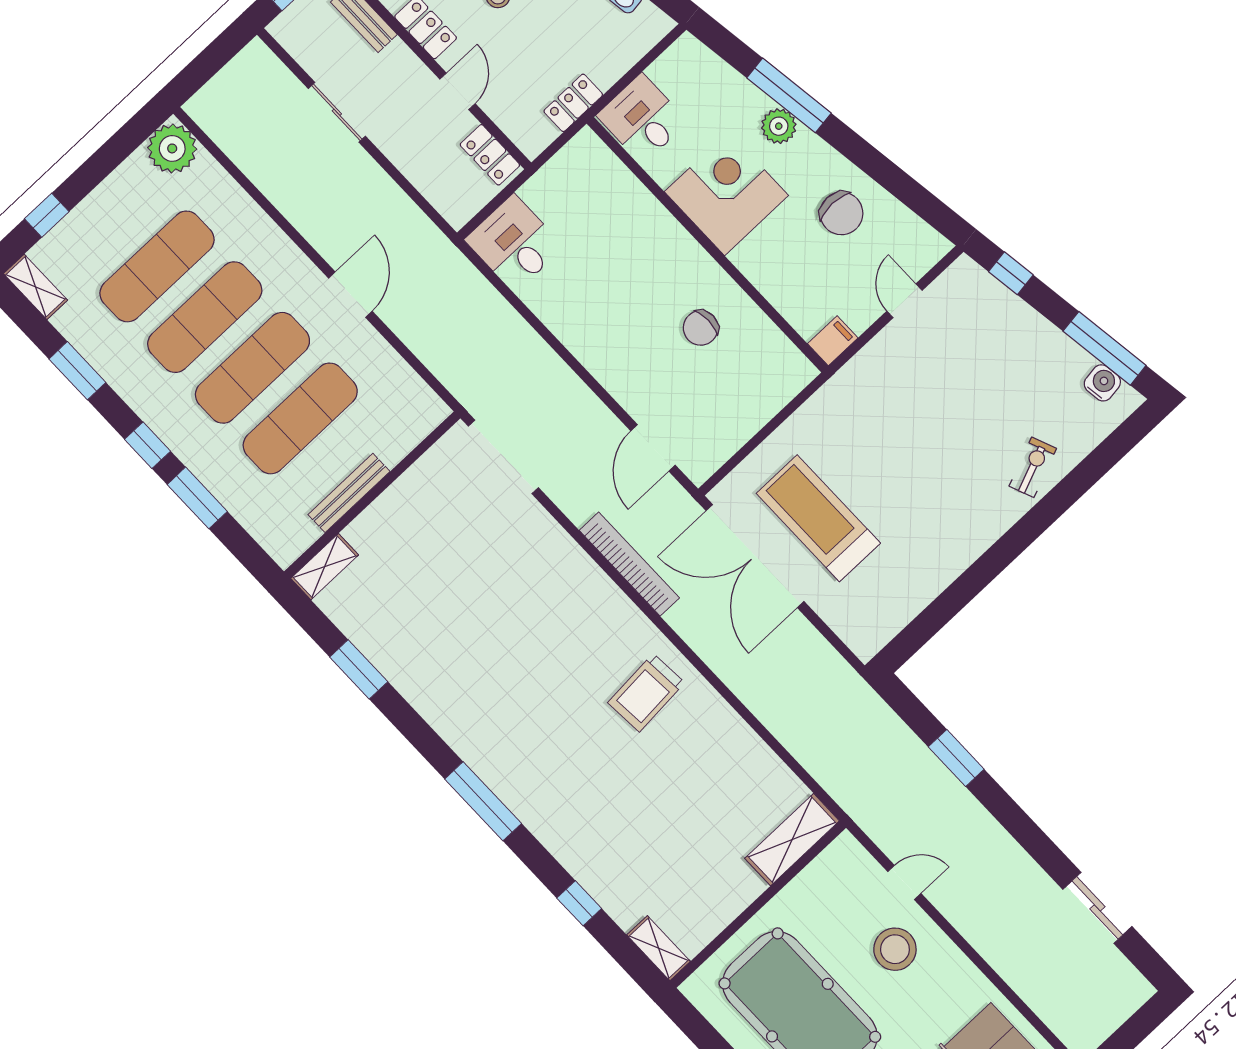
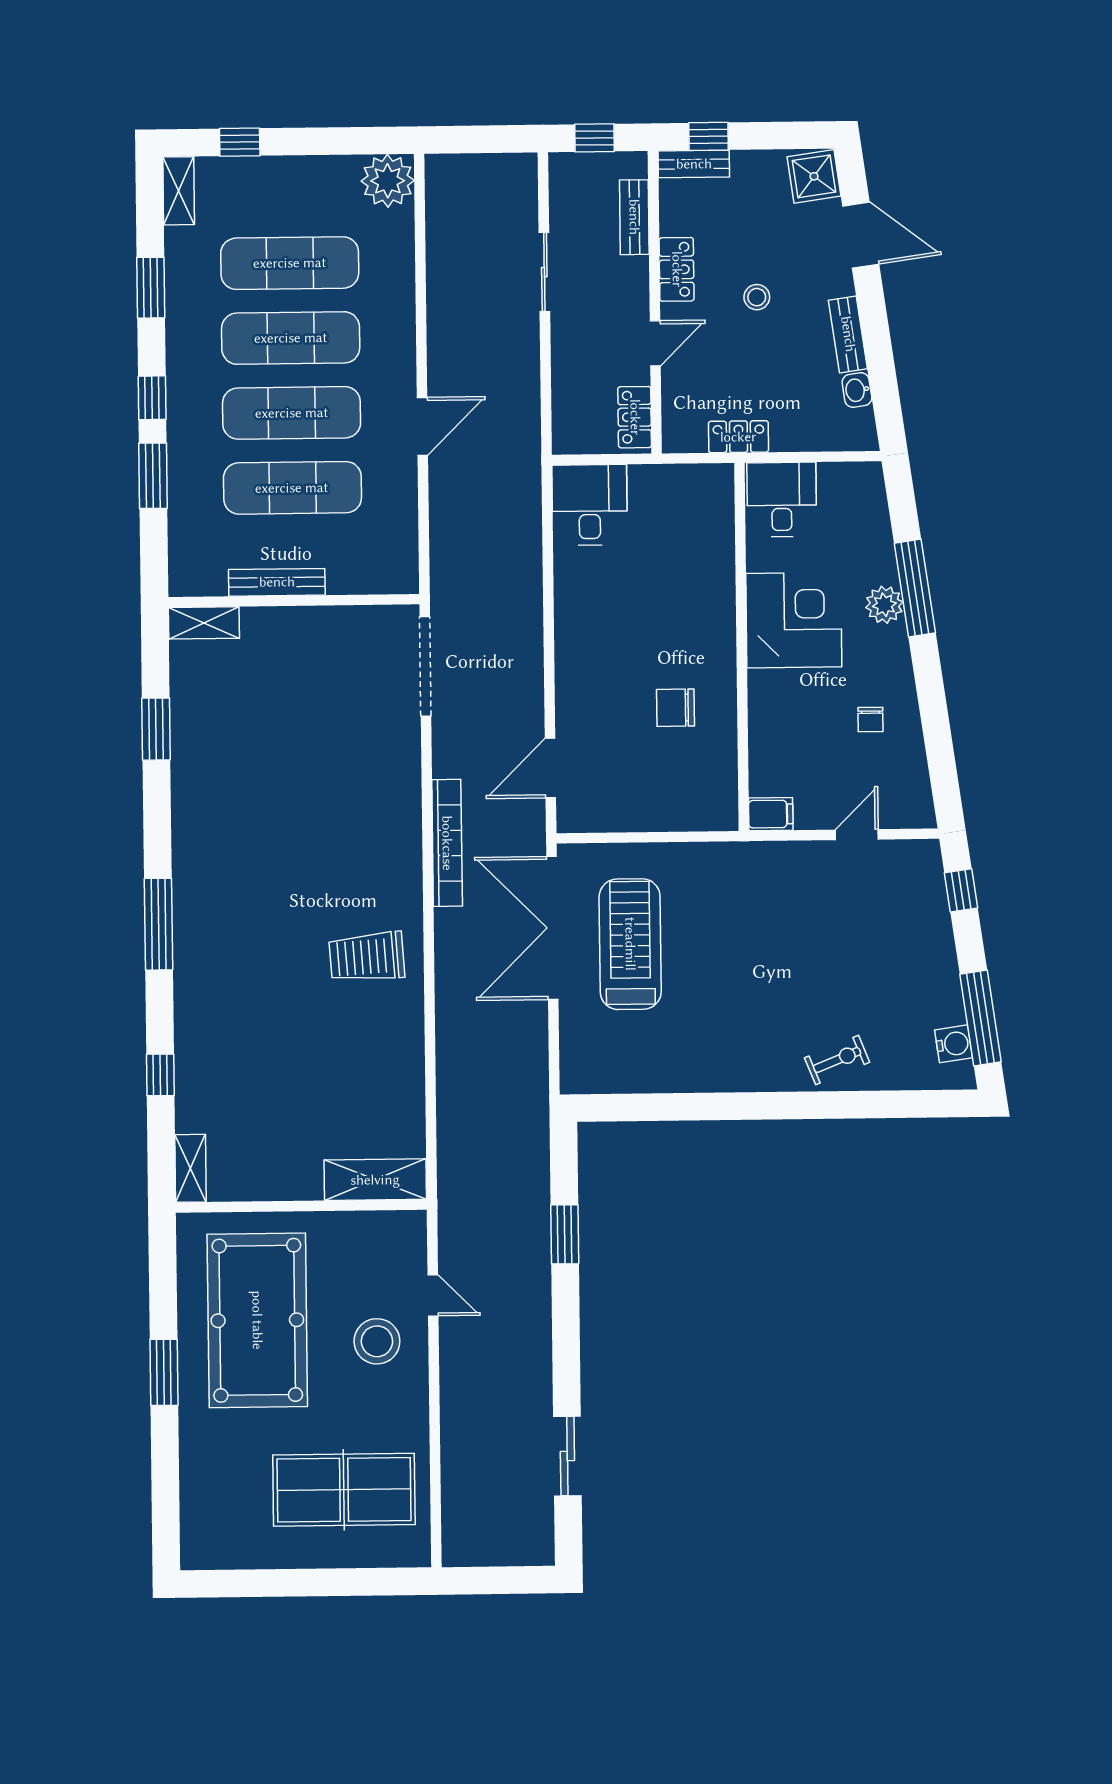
chair: (841, 213) -> (870, 720), width x0.54, depth x0.54

